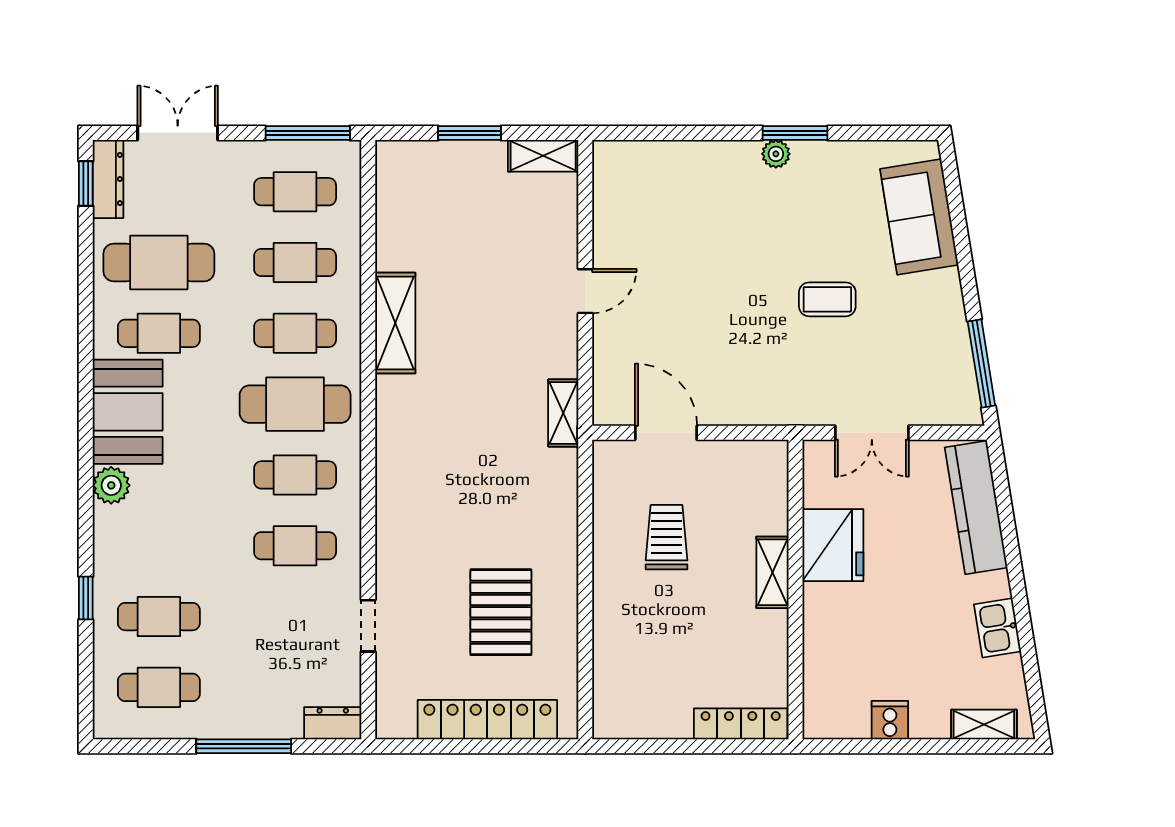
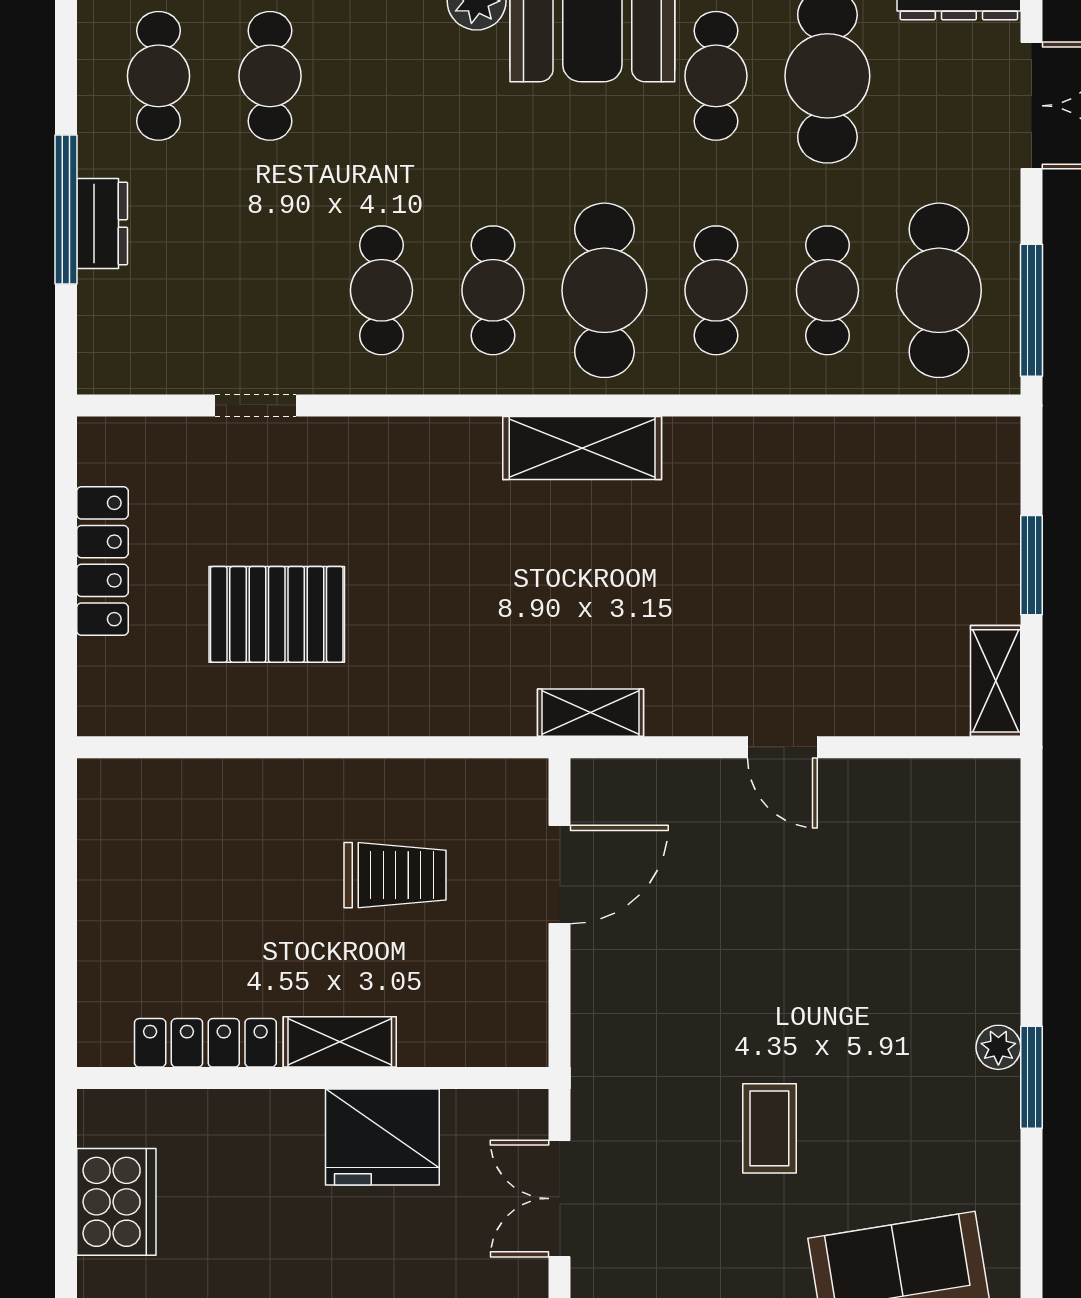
cafe table: (295, 192) -> (939, 290), width x1.37, depth x1.35
shelving: (395, 323) -> (582, 448), moved
locker: (487, 720) -> (102, 561), width x0.71, depth x0.83
cooker: (890, 720) -> (116, 1202), width x1.87, depth x1.31
dresser: (333, 723) -> (102, 223), moved
locker: (741, 724) -> (205, 1043), moved, turned -90

